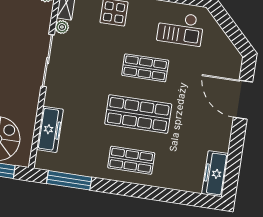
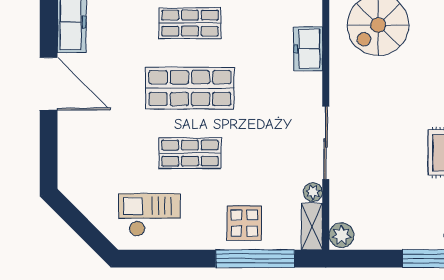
door: (243, 100) -> (49, 84), moved
freezer: (50, 129) -> (308, 49), width x0.71

